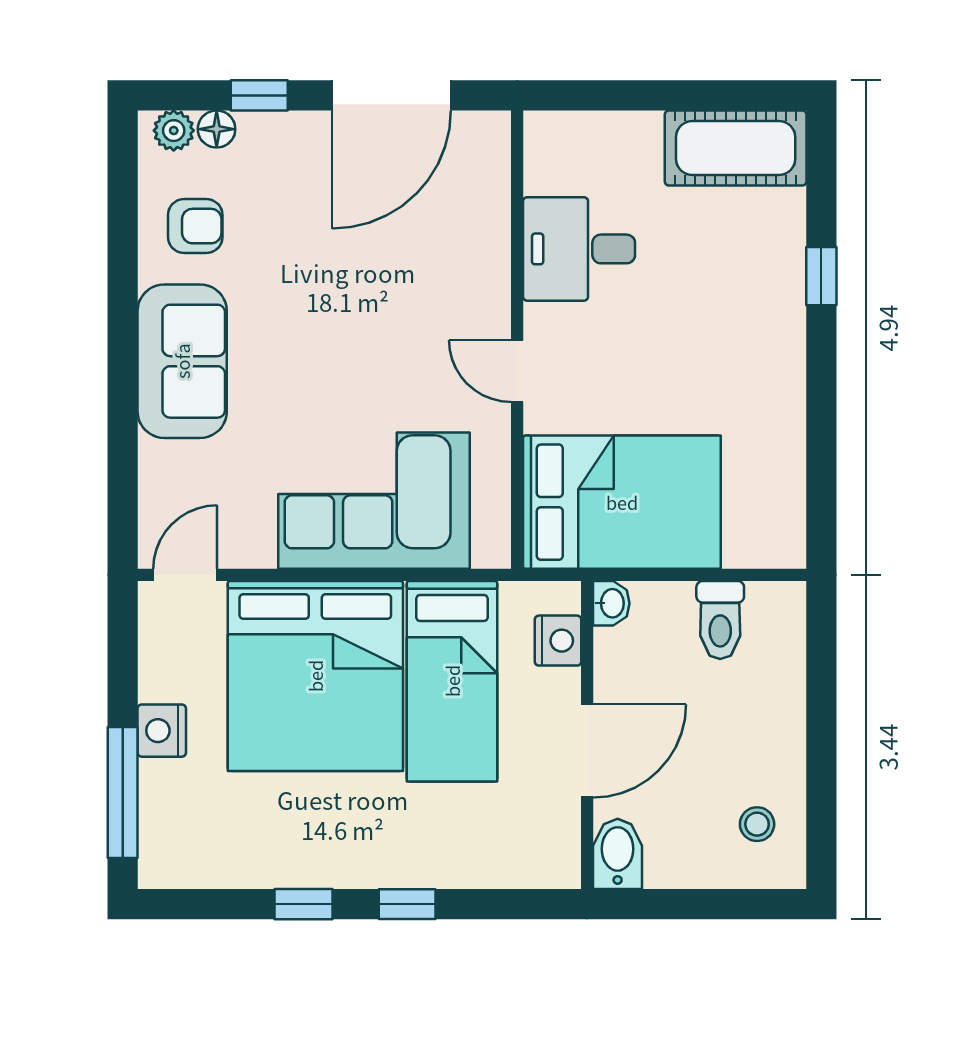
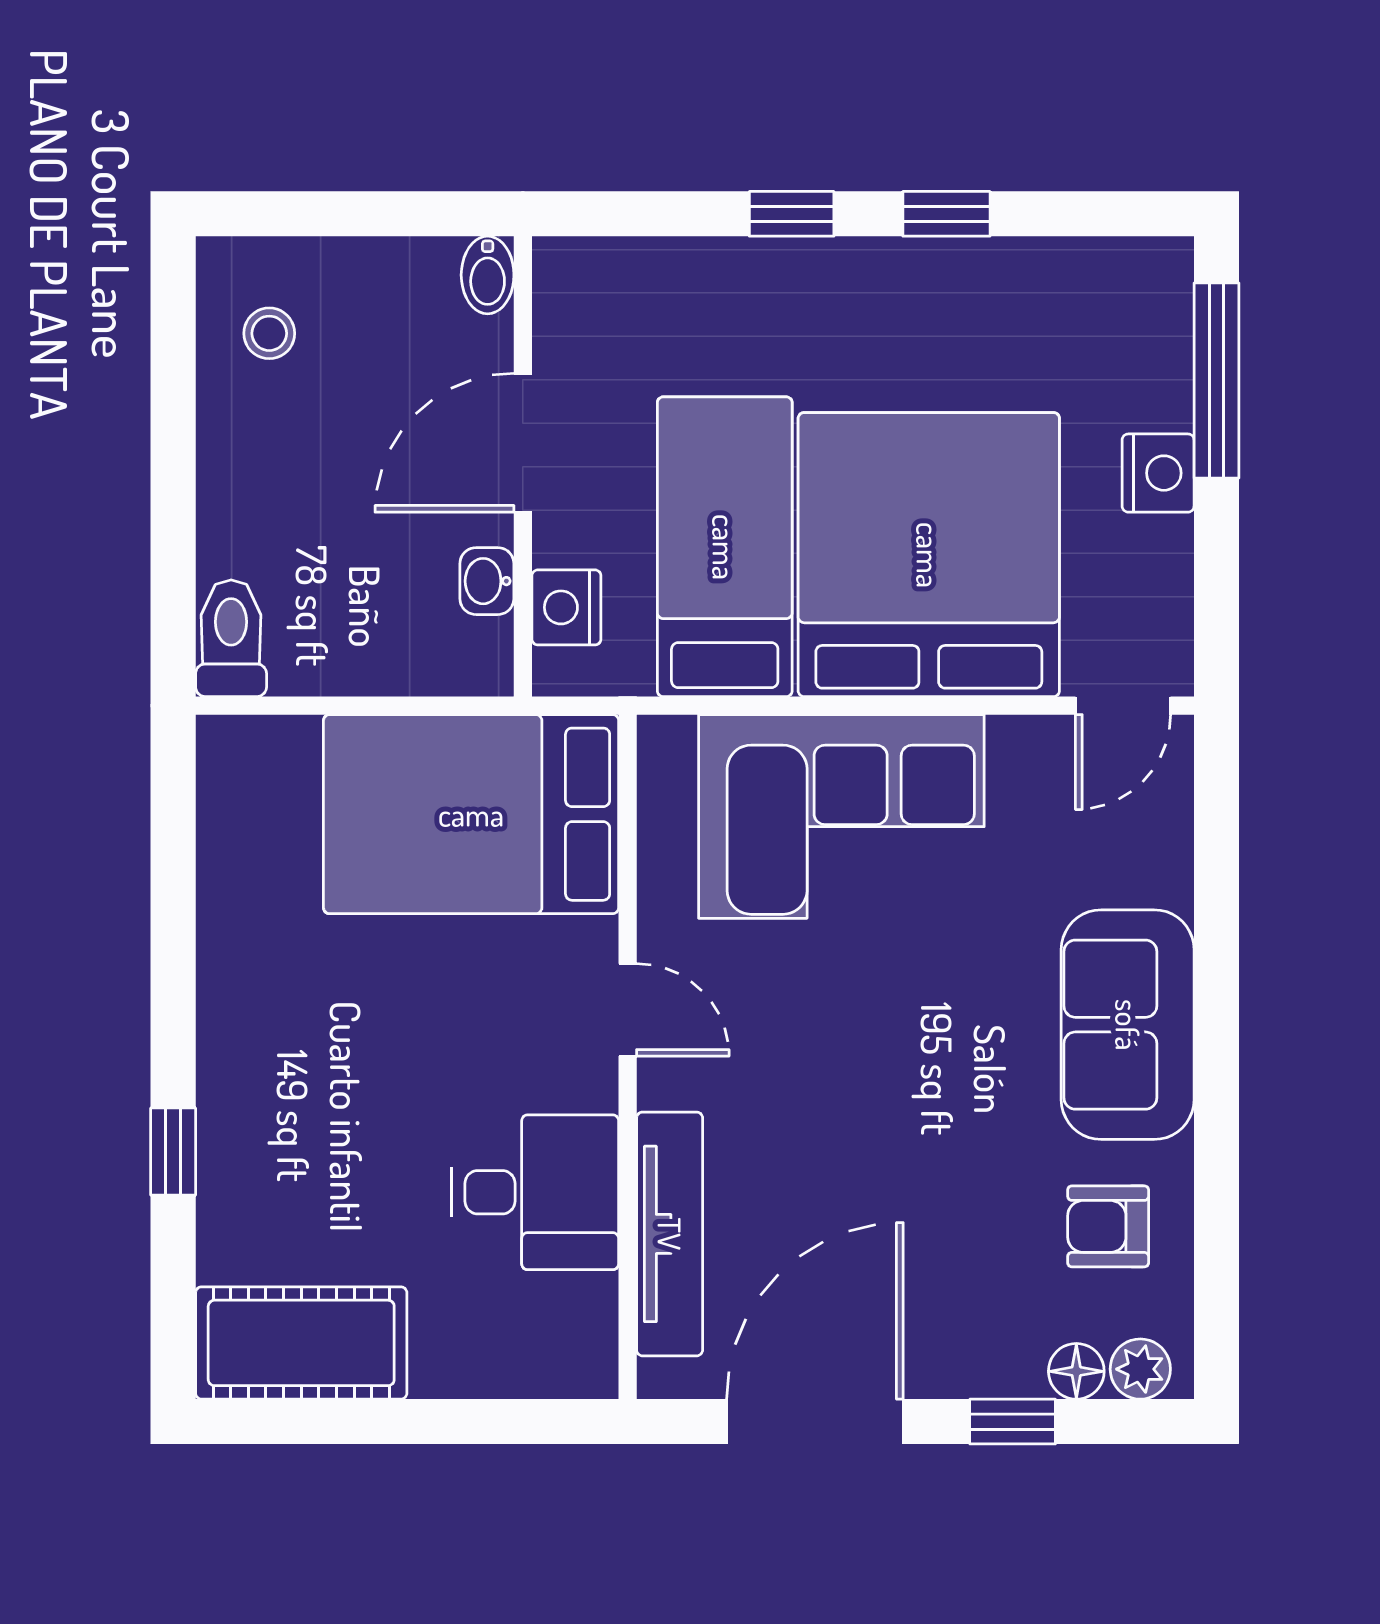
tv unit: (489, 221) -> (670, 1234), added
washbasin: (611, 603) -> (487, 581), moved
toilet: (720, 620) -> (231, 638), moved
bidet: (618, 854) -> (488, 275), width x0.72, depth x0.74

